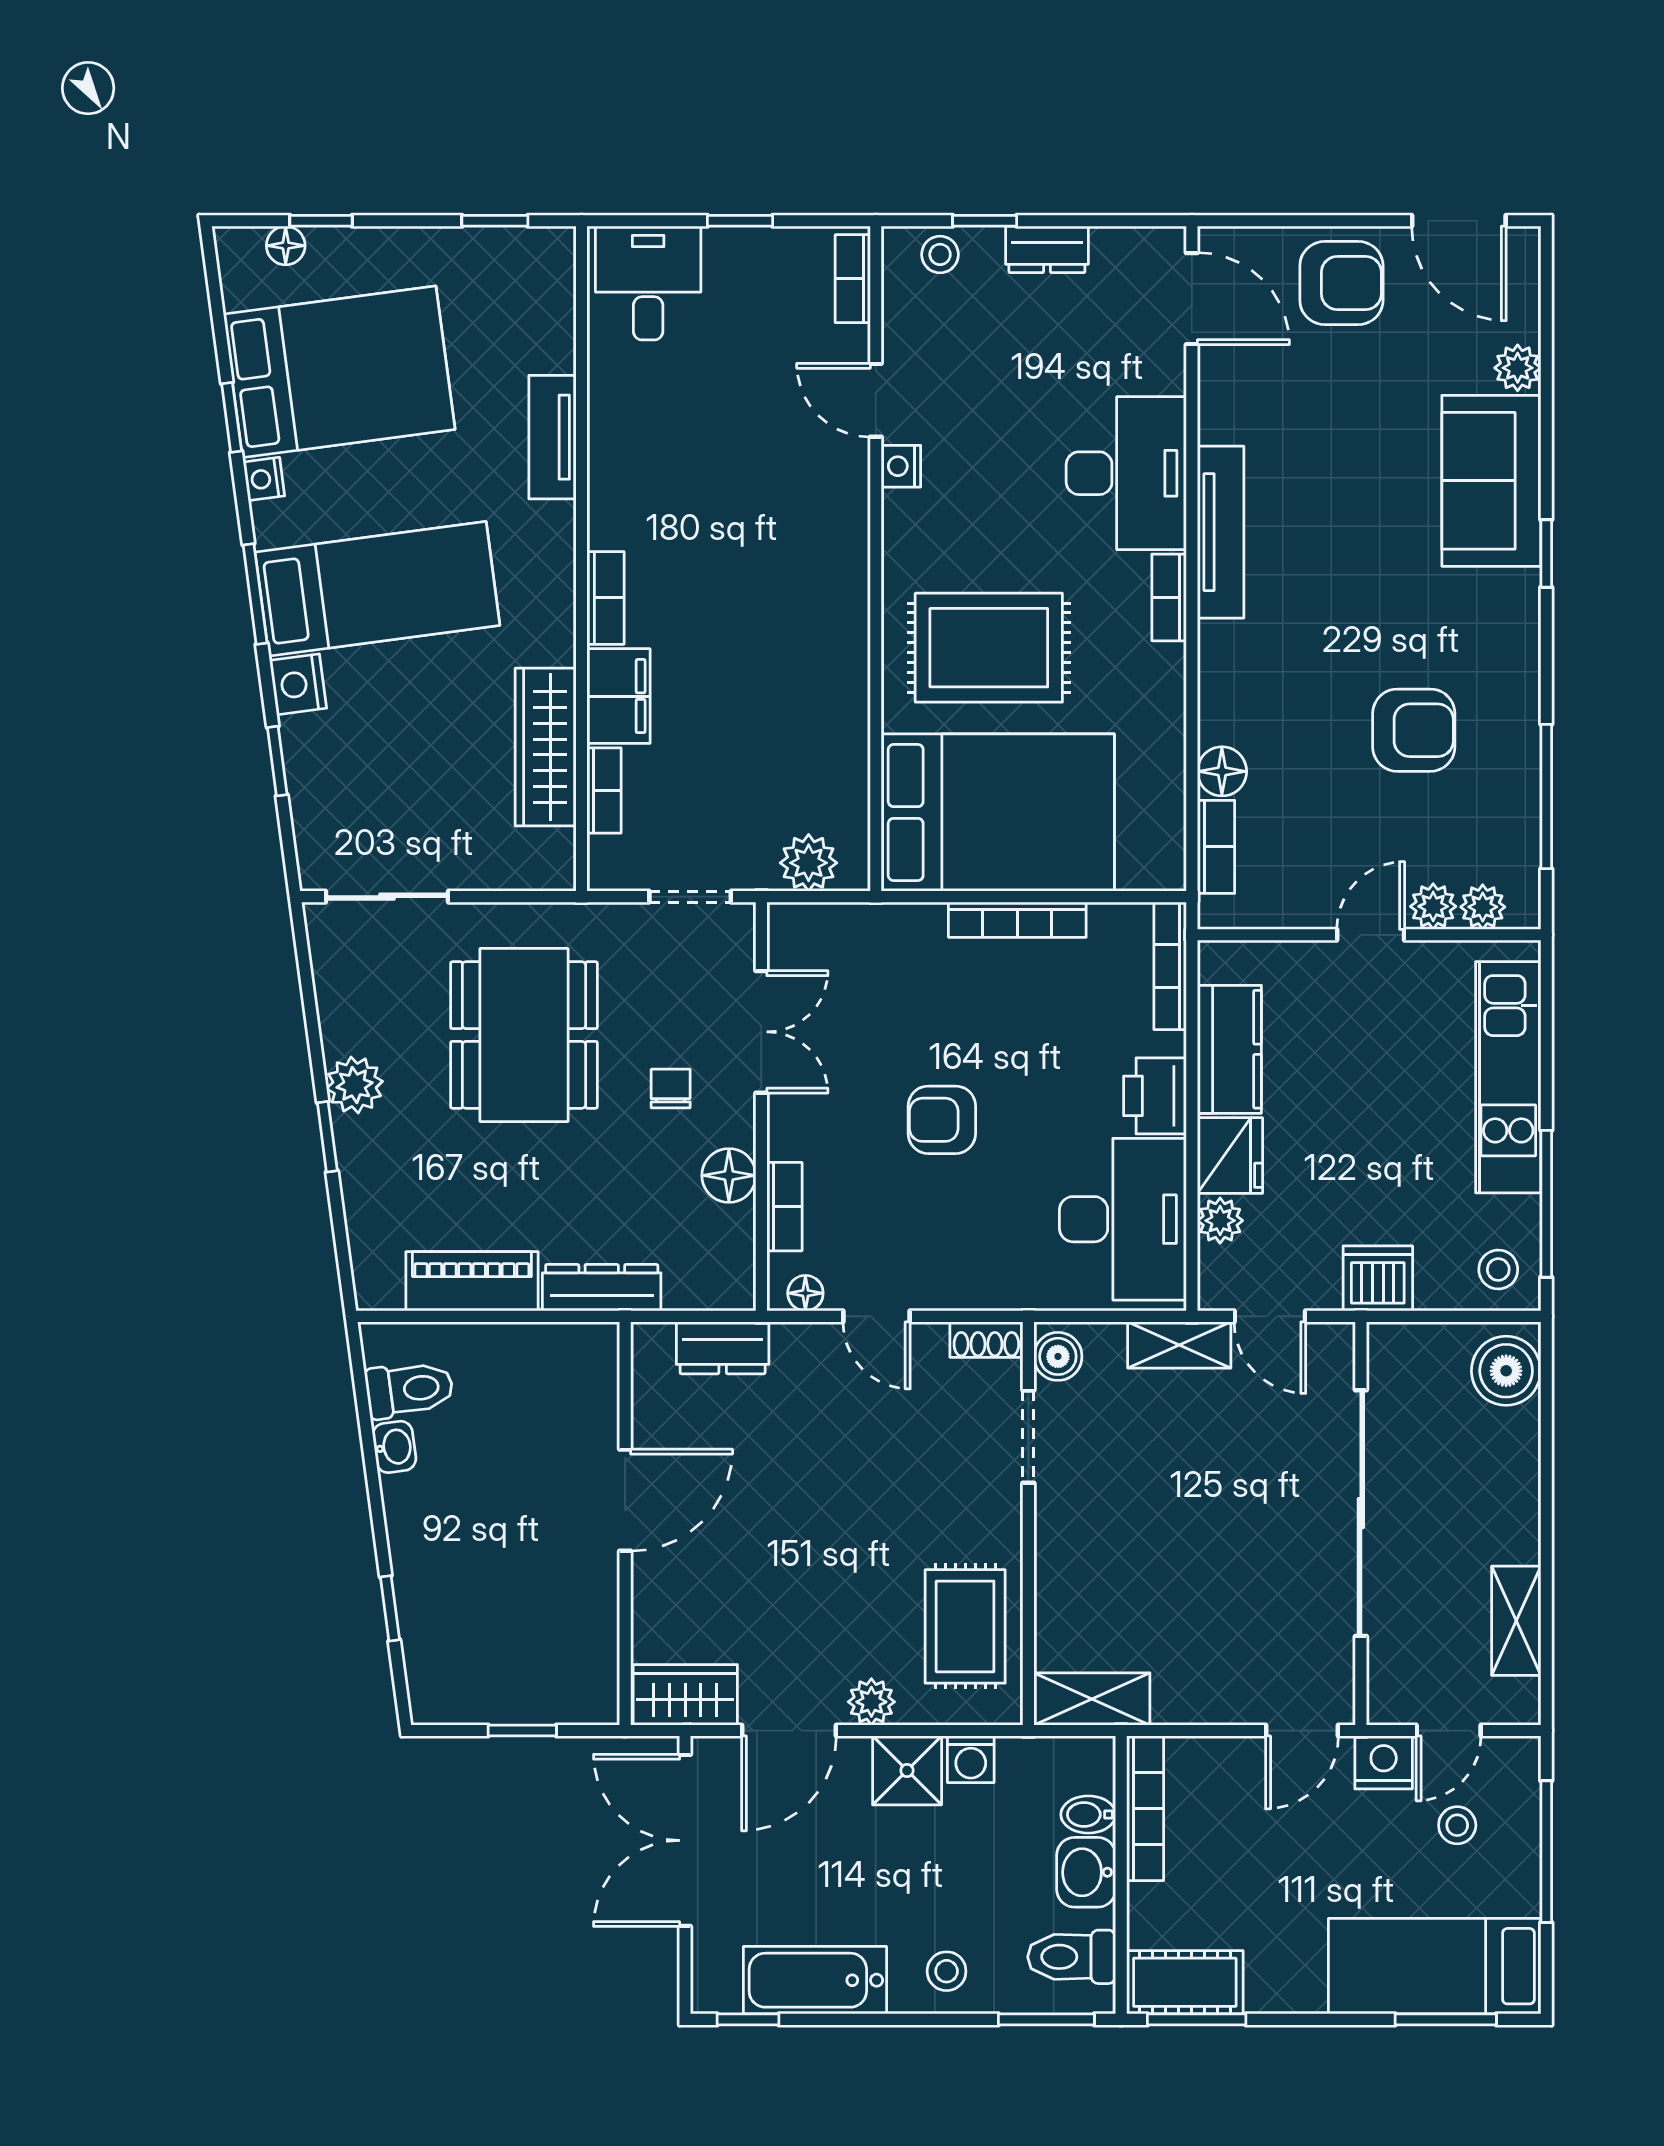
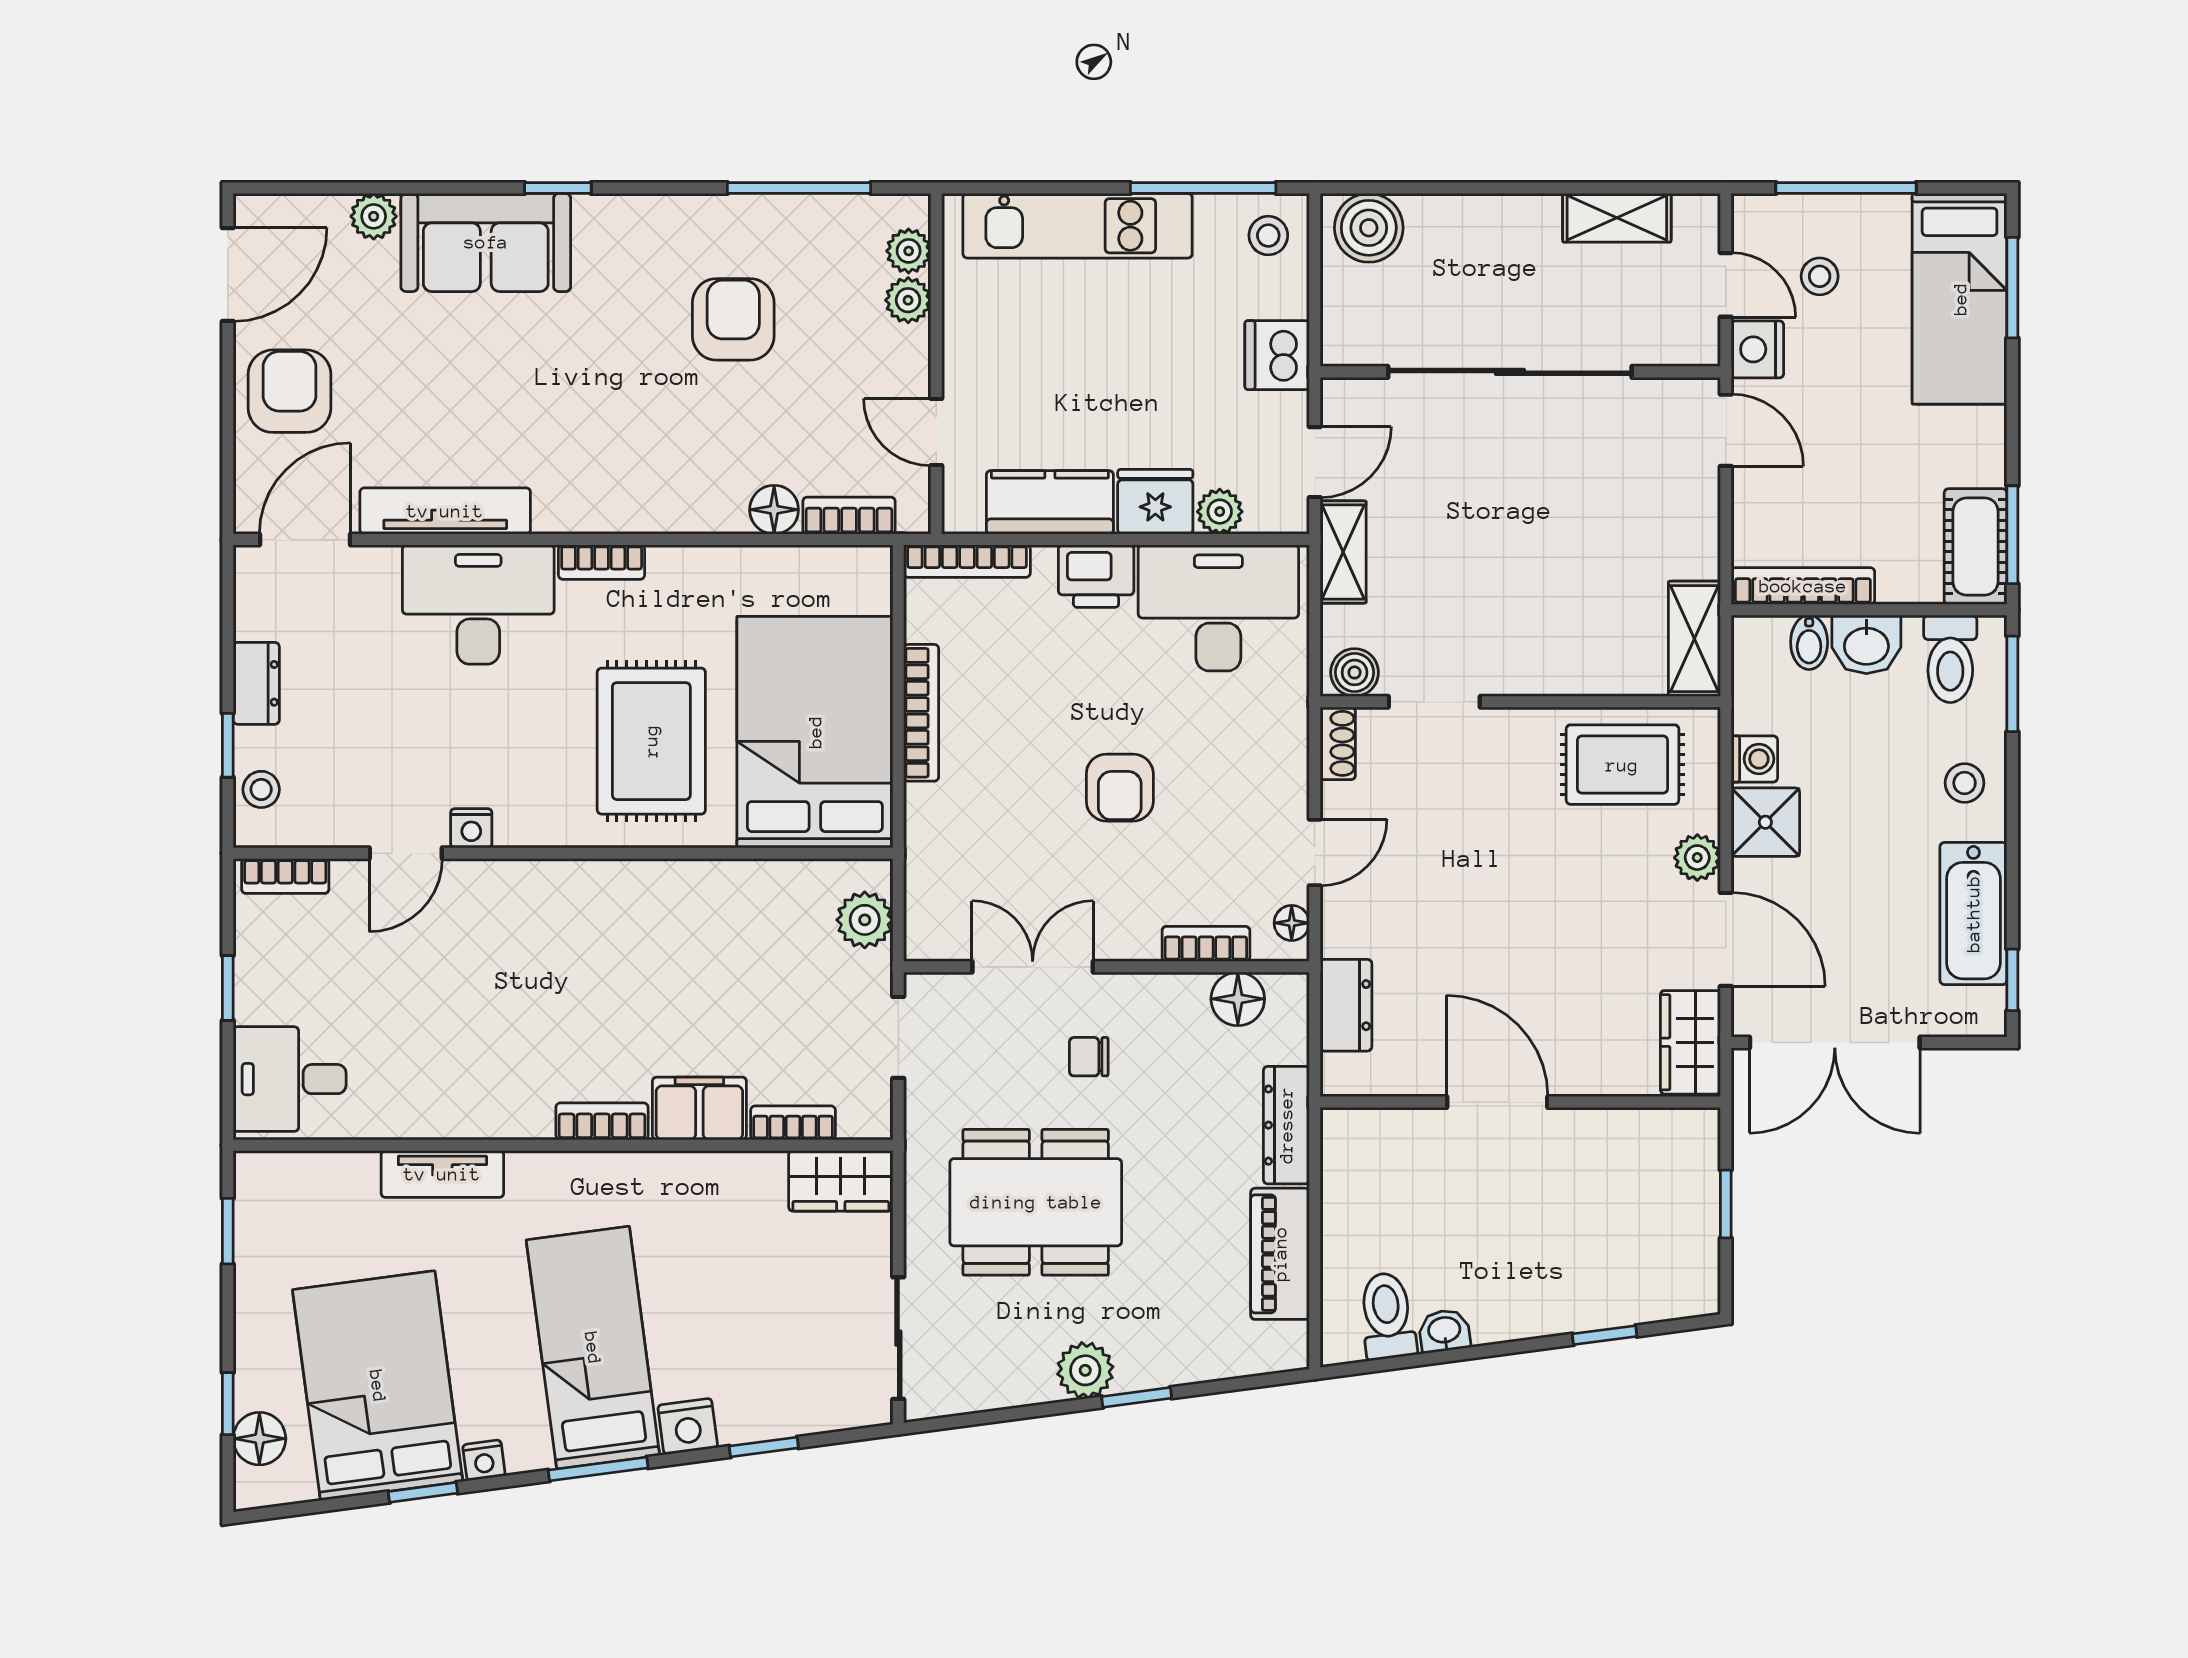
floor lamp: (286, 246) -> (259, 1439), width x1.37, depth x1.37
tv unit: (1221, 532) -> (445, 511), moved
wardrobe: (546, 747) -> (841, 1181), moved, width x0.67
door: (1371, 935) -> (936, 432), moved
floor lamp: (729, 1175) -> (1238, 999), moved

